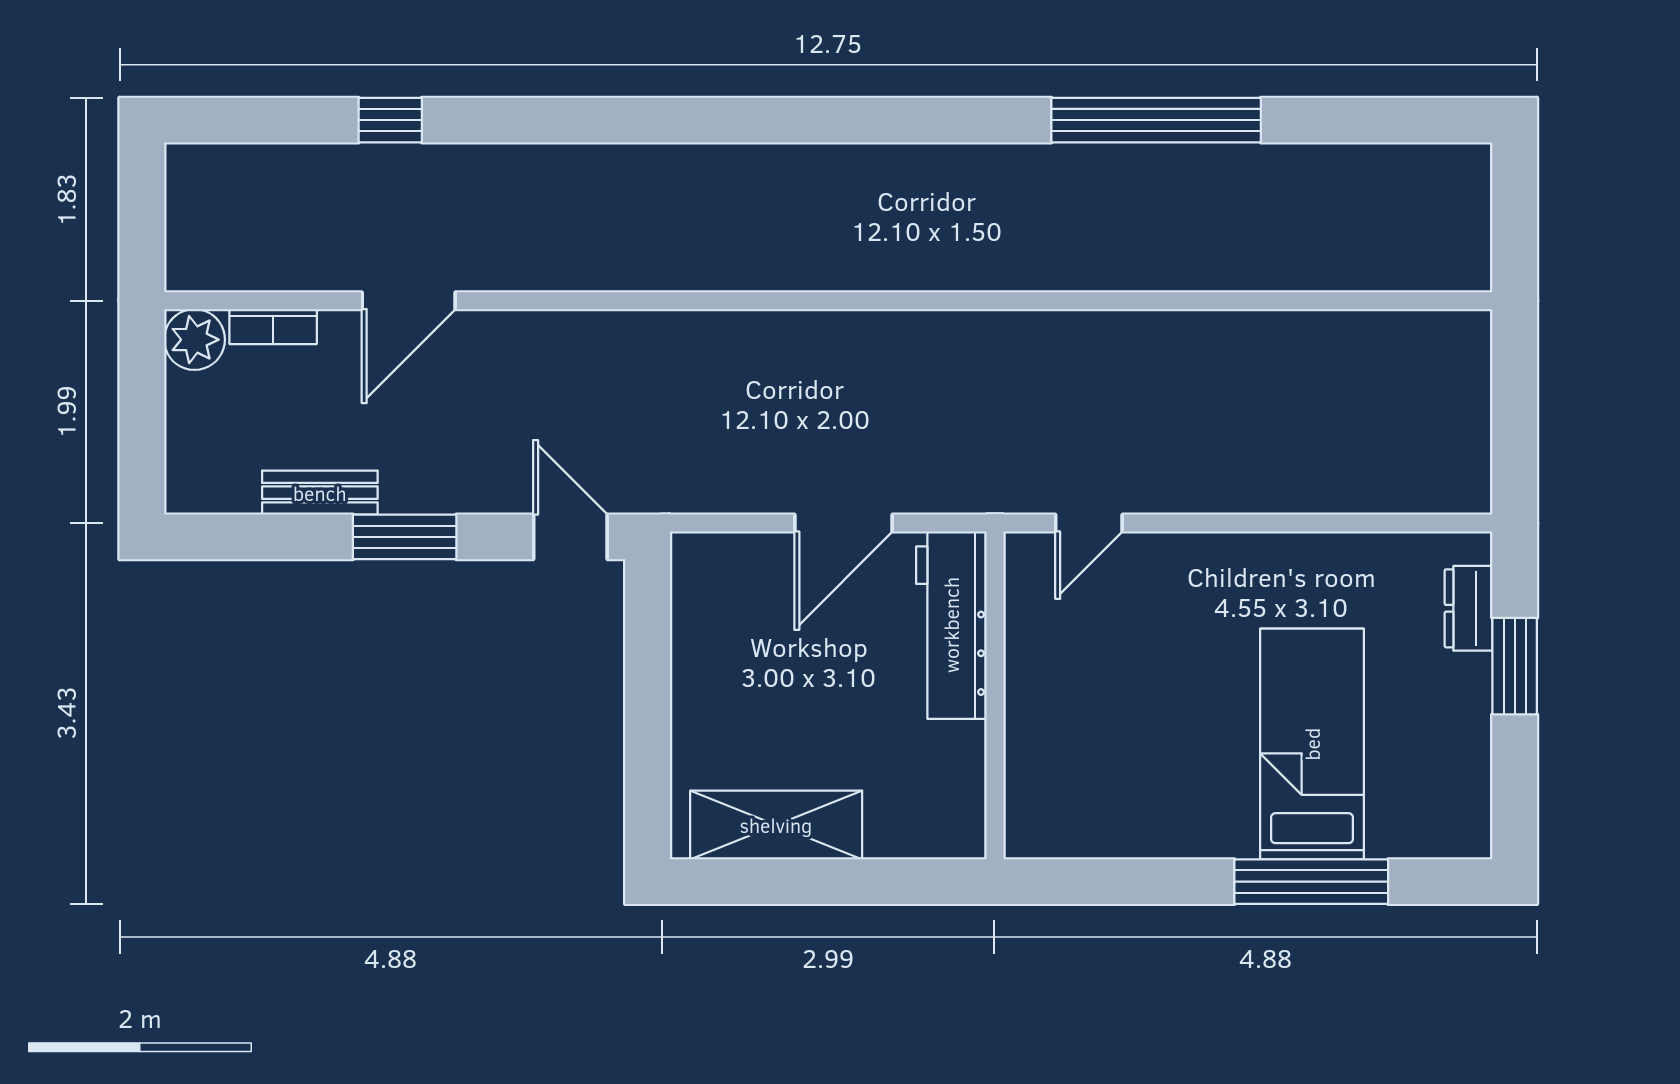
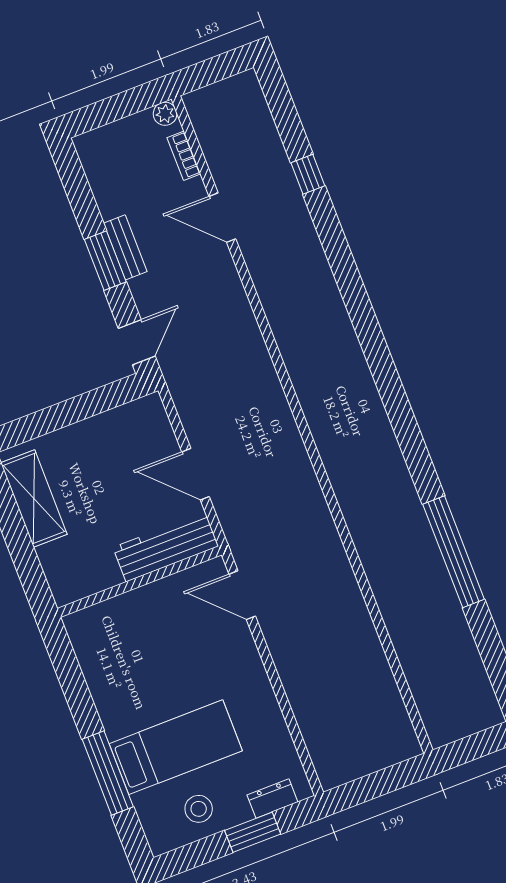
plant: (195, 340) -> (165, 114), width x0.73, depth x0.73
bench: (320, 493) -> (125, 247), moved
door: (1089, 523) -> (242, 595), width x1.38
stool: (1437, 746) -> (199, 809), added

